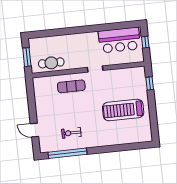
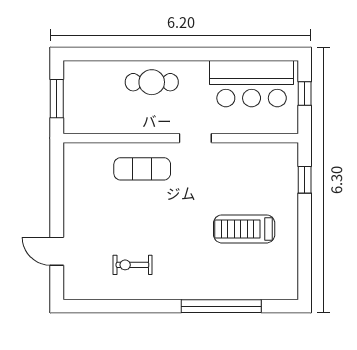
cafe table: (51, 63) -> (152, 82), moved
treadmill: (123, 110) -> (244, 229), width x0.73, depth x0.73
window: (68, 153) -> (221, 306), moved

